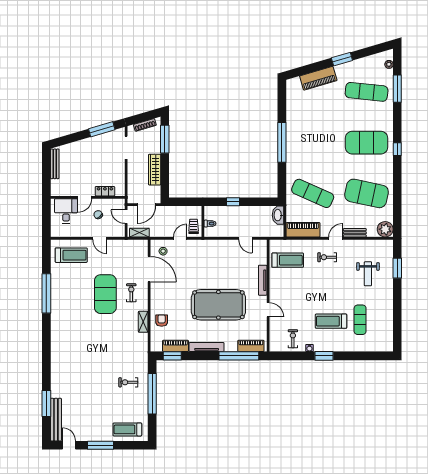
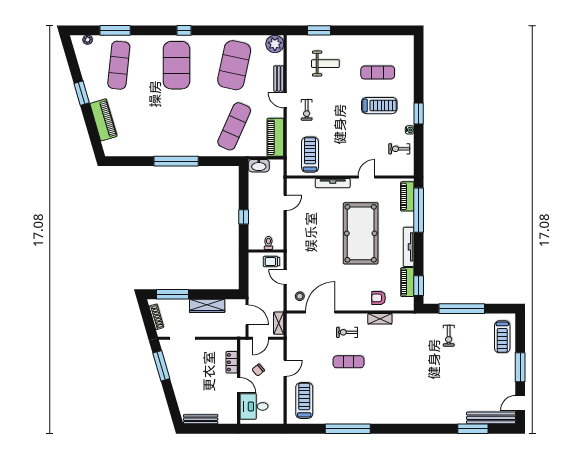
exercise mat: (105, 294) -> (349, 362), width x0.50, depth x0.69
treadmill: (331, 321) -> (379, 106), turned -90

